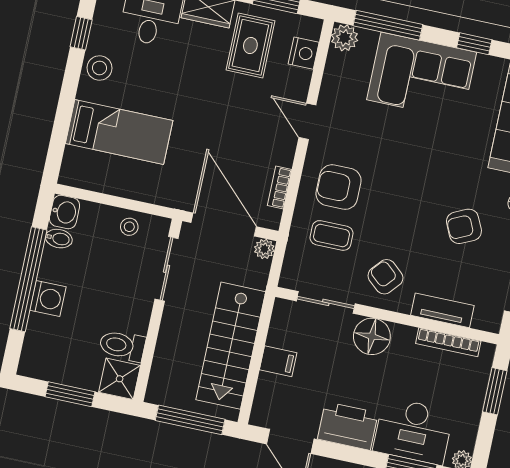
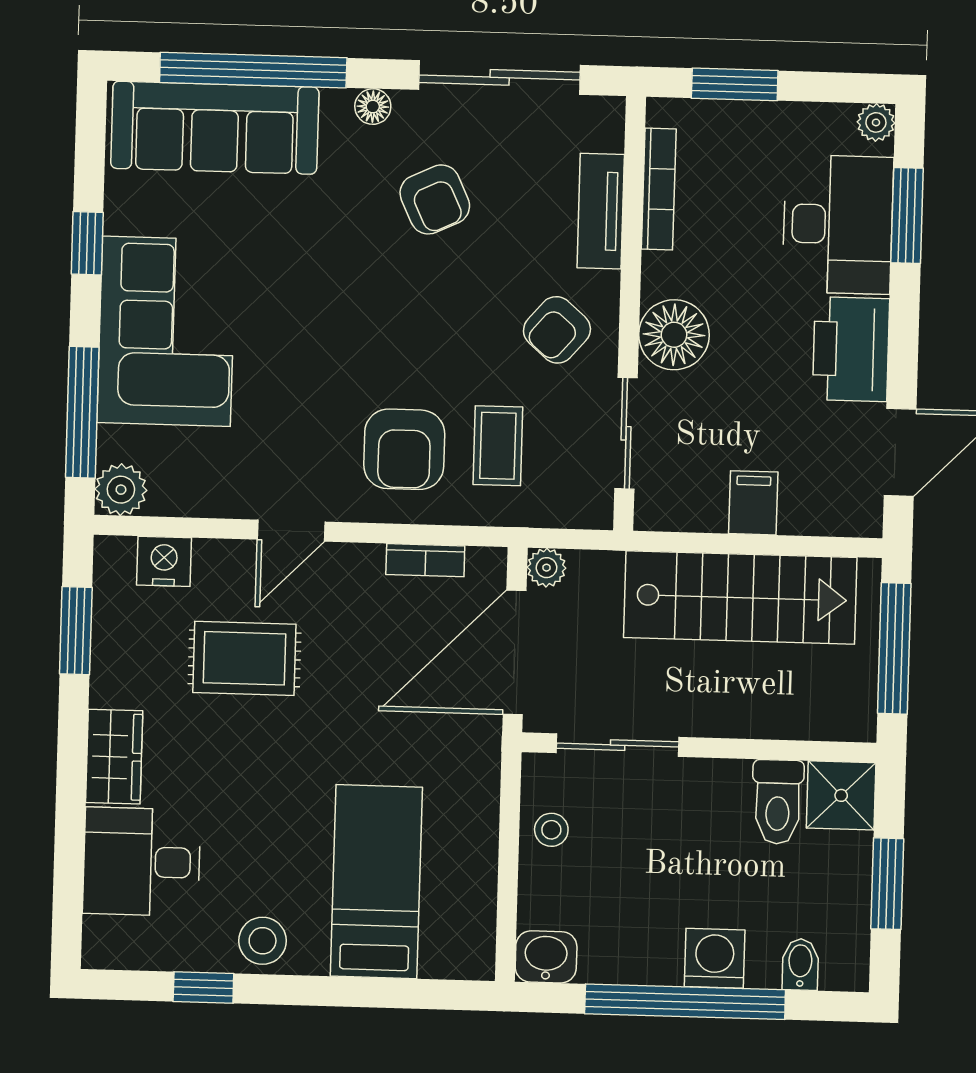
rug: (250, 45) -> (244, 658), moved
bidet: (59, 239) -> (800, 964), moved

